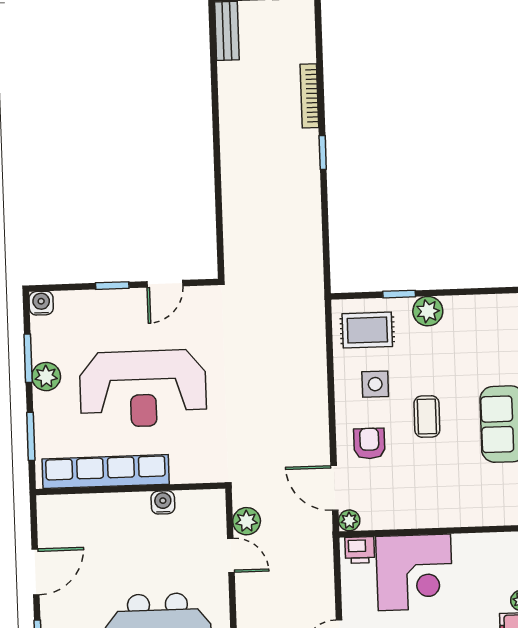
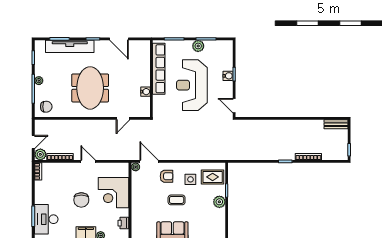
door: (165, 284) -> (234, 106), moved
water cooler: (41, 303) -> (228, 76), moved
rug: (367, 330) -> (213, 177), turned 90
door: (334, 488) -> (149, 161), hinge flipped
plant: (247, 521) -> (137, 125), removed
printer: (360, 550) -> (123, 223), moved

